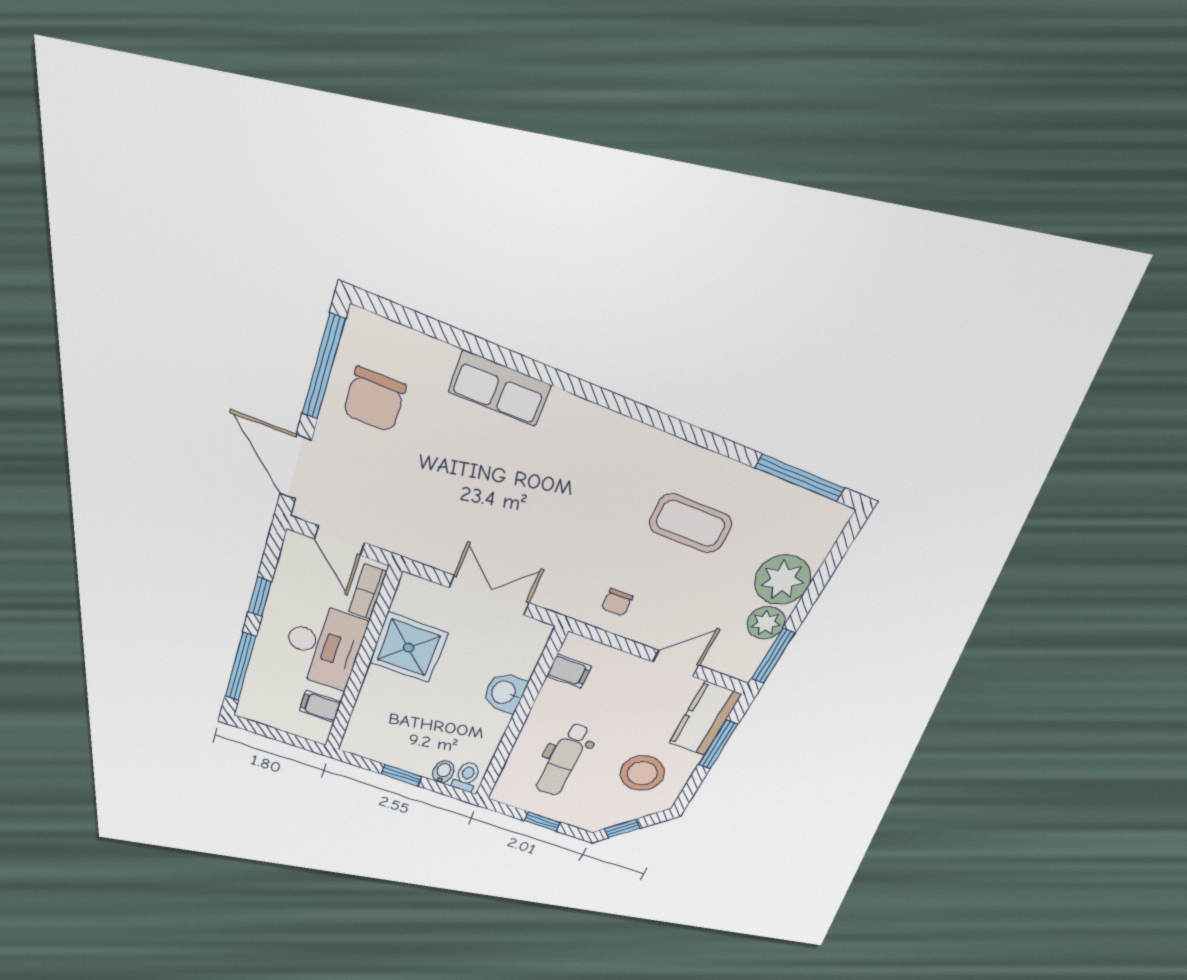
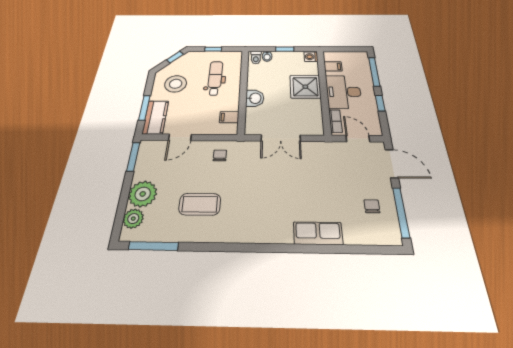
chair: (374, 400) -> (372, 206), width x0.54, depth x0.54
plant: (766, 623) -> (133, 219), moved
shower: (409, 648) -> (305, 87), moved
washing machine: (356, 742) -> (311, 57), added

